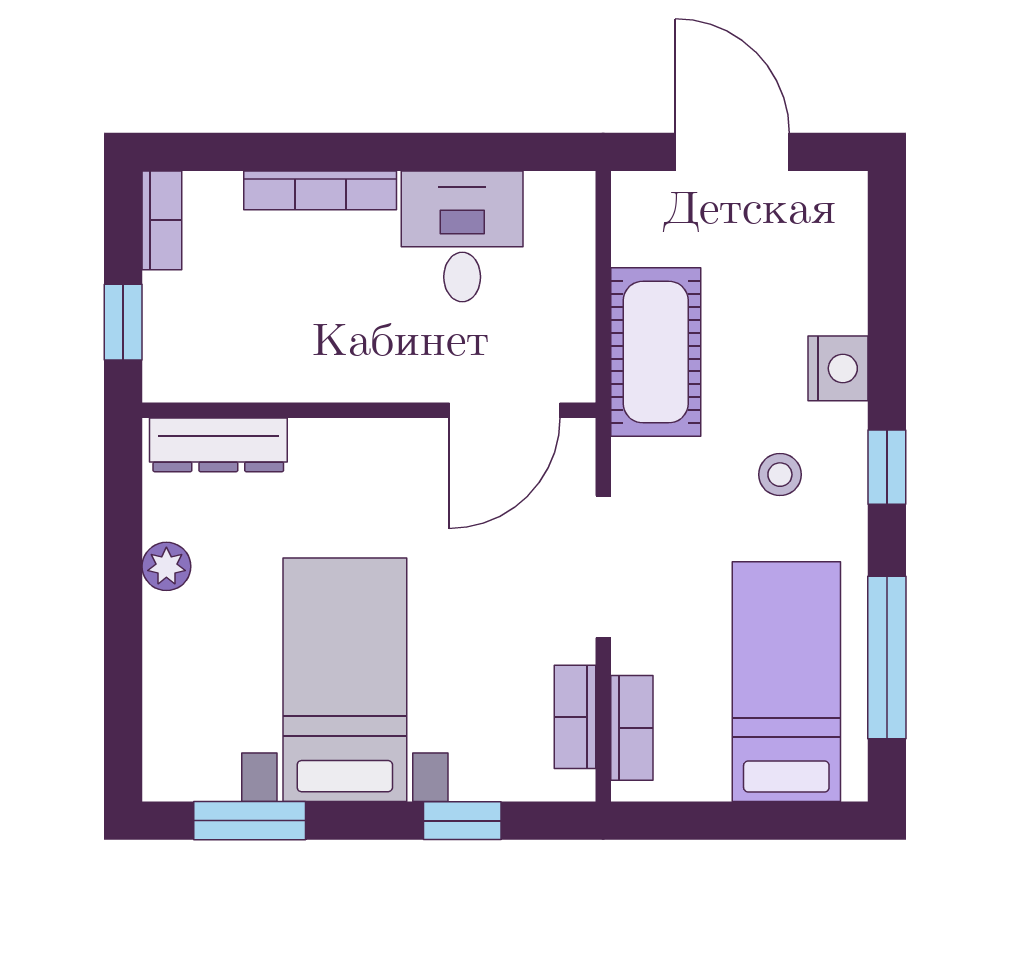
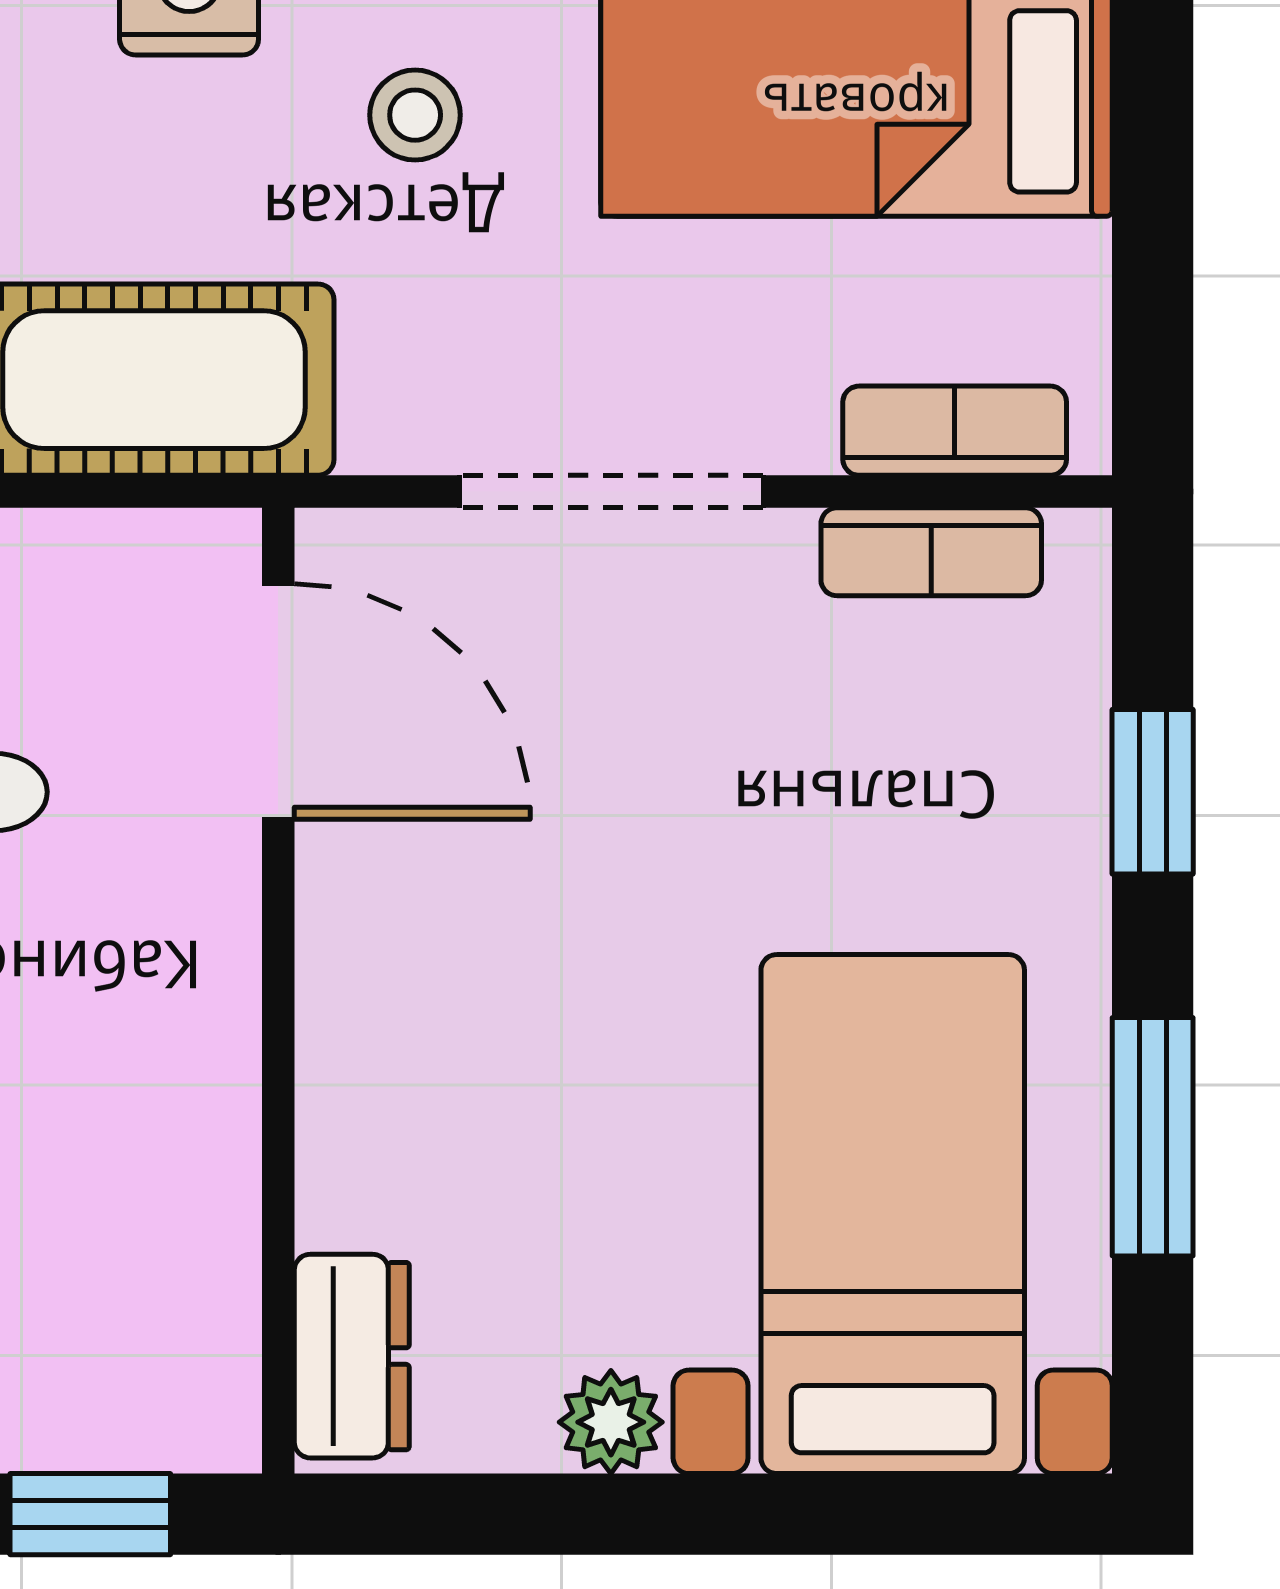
dresser: (218, 445) -> (352, 1356), width x0.70
bed with nightstands: (345, 680) -> (893, 1214), moved, turned 90
window: (250, 821) -> (1153, 1137), moved

